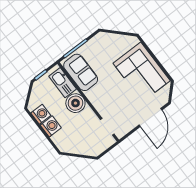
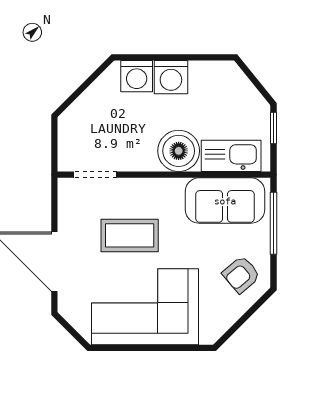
armchair: (103, 46) -> (241, 275), added
coffee table: (120, 97) -> (130, 235), added
washing machine: (41, 114) -> (137, 76), moved

